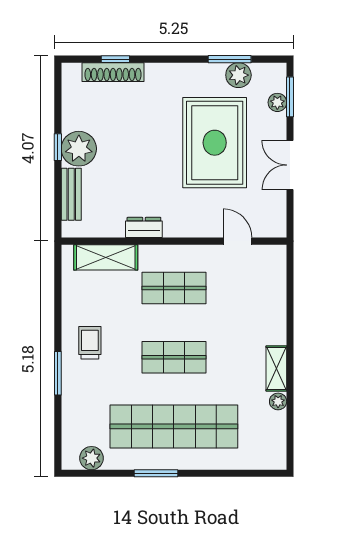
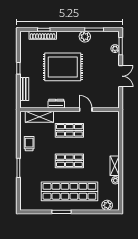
plant: (238, 75) -> (85, 37), moved
rug: (215, 143) -> (63, 67), moved, turned 90
plant: (79, 149) -> (28, 69), removed
double door: (290, 165) -> (121, 76), swing flipped
door: (238, 241) -> (86, 110), moved
trolley: (90, 343) -> (29, 144), moved
plant: (91, 458) -> (107, 205), moved

